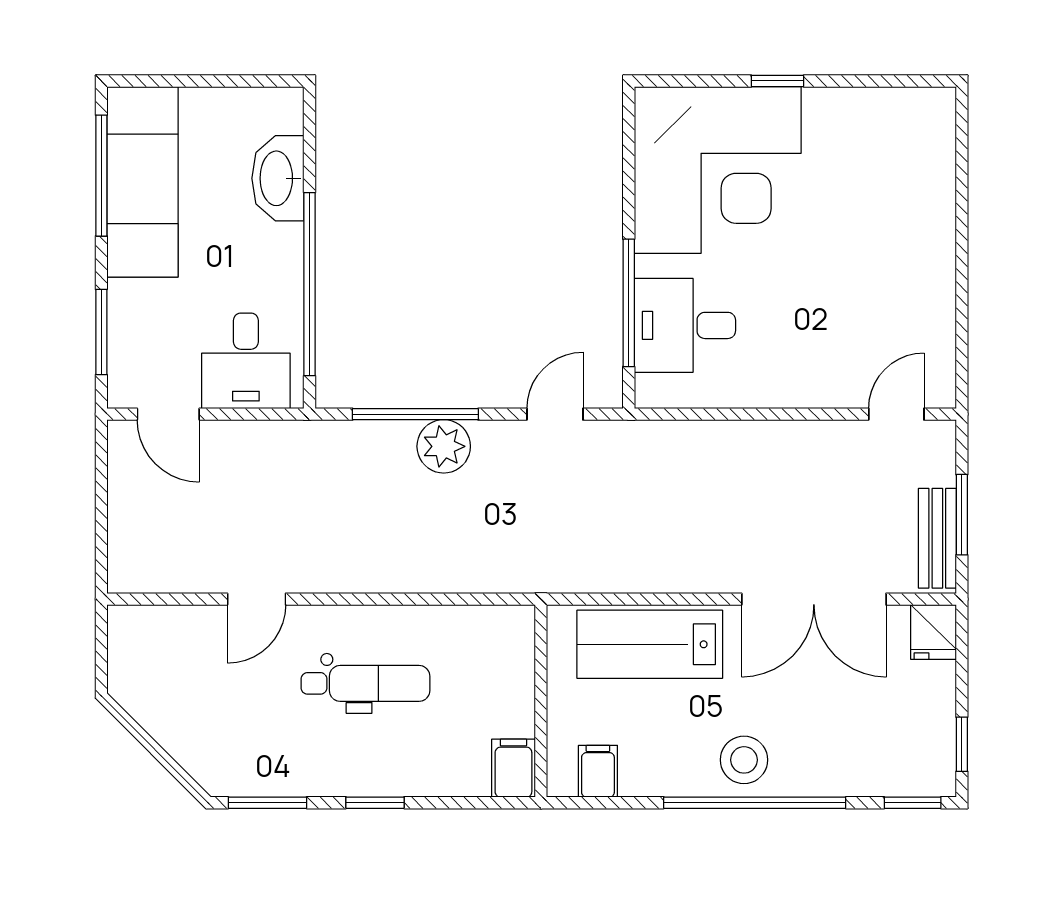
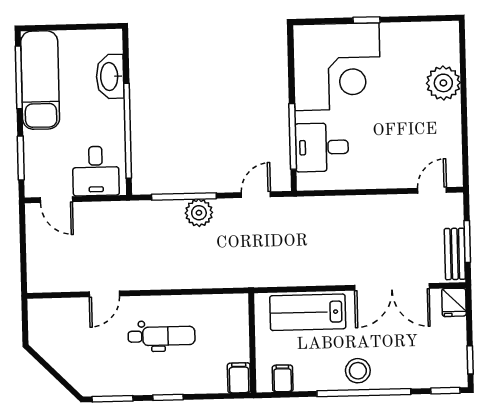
plant: (923, 207) -> (443, 83), added

